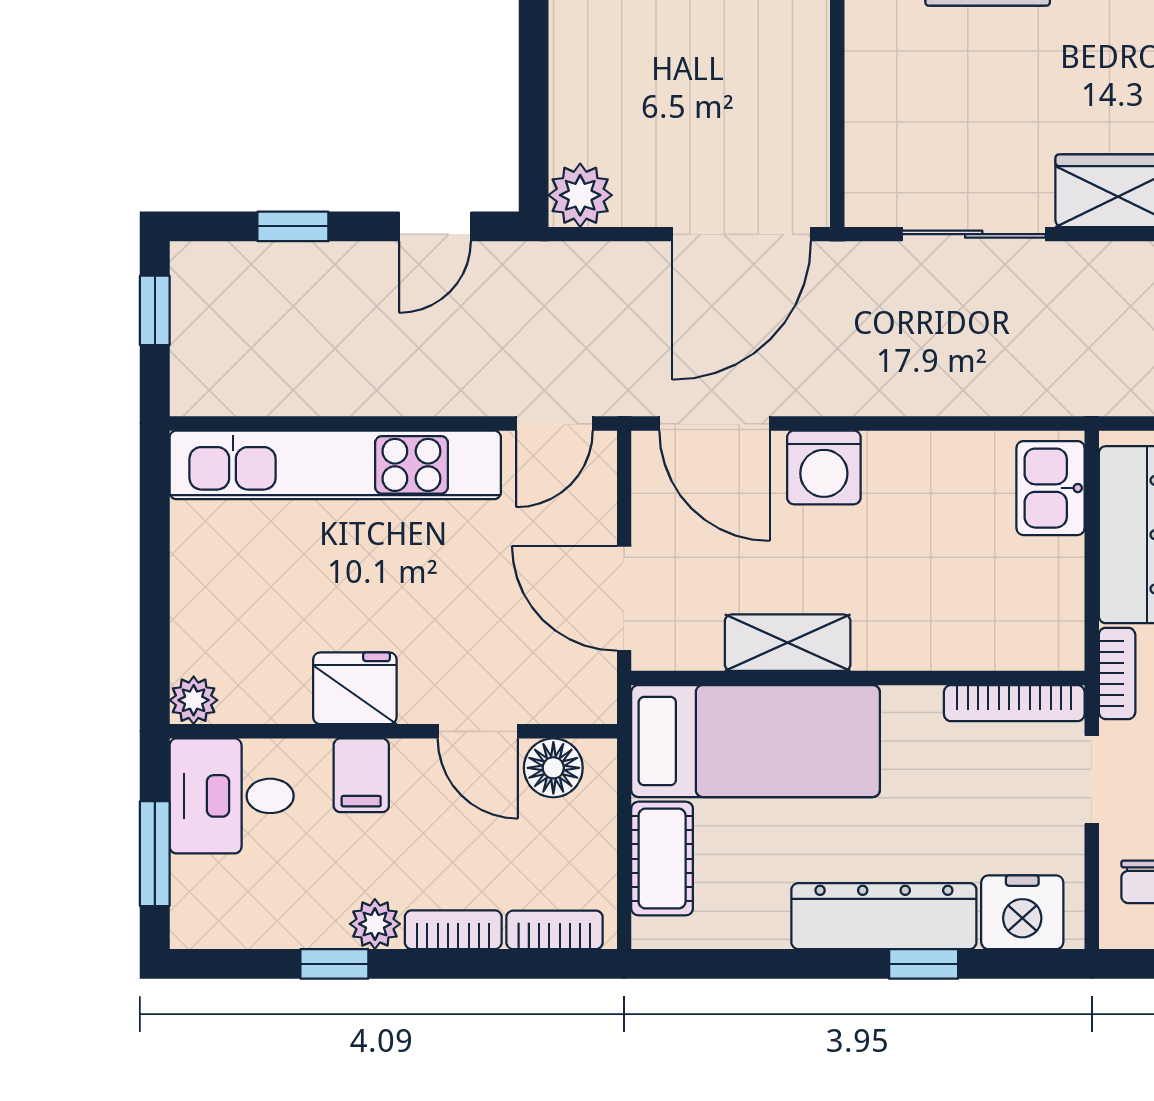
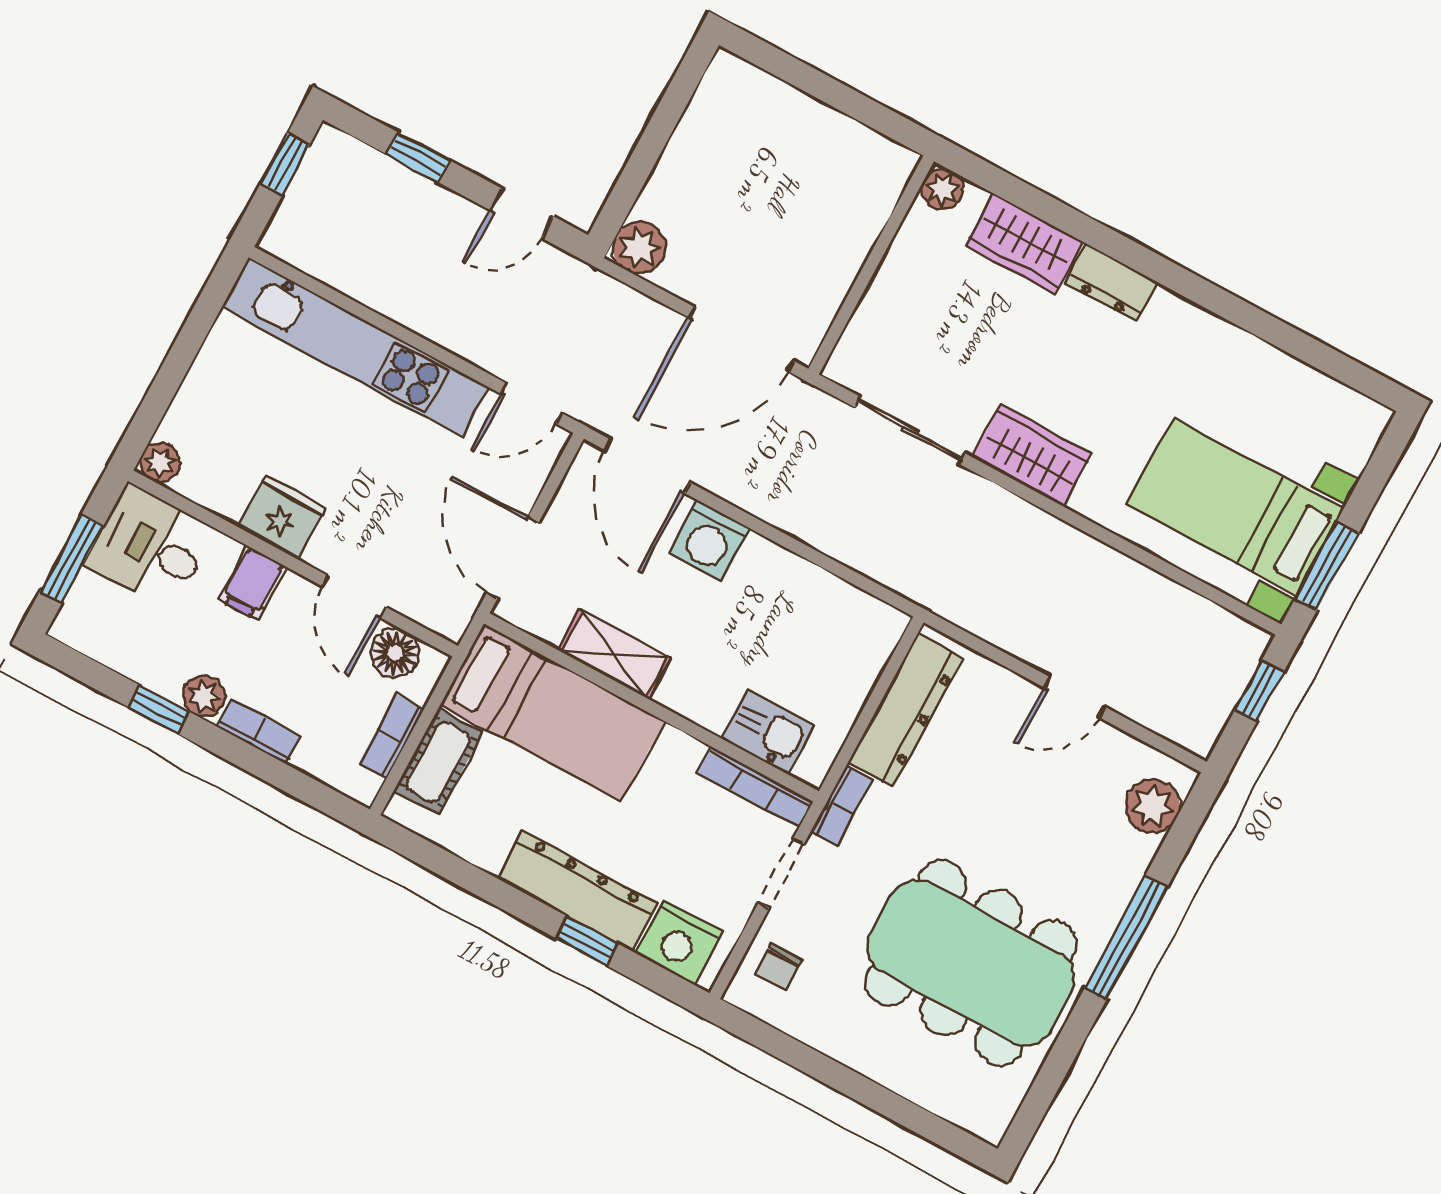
kitchen sink: (1050, 488) -> (768, 732), moved, turned 90
bookcase: (555, 930) -> (391, 737), moved, turned -90

